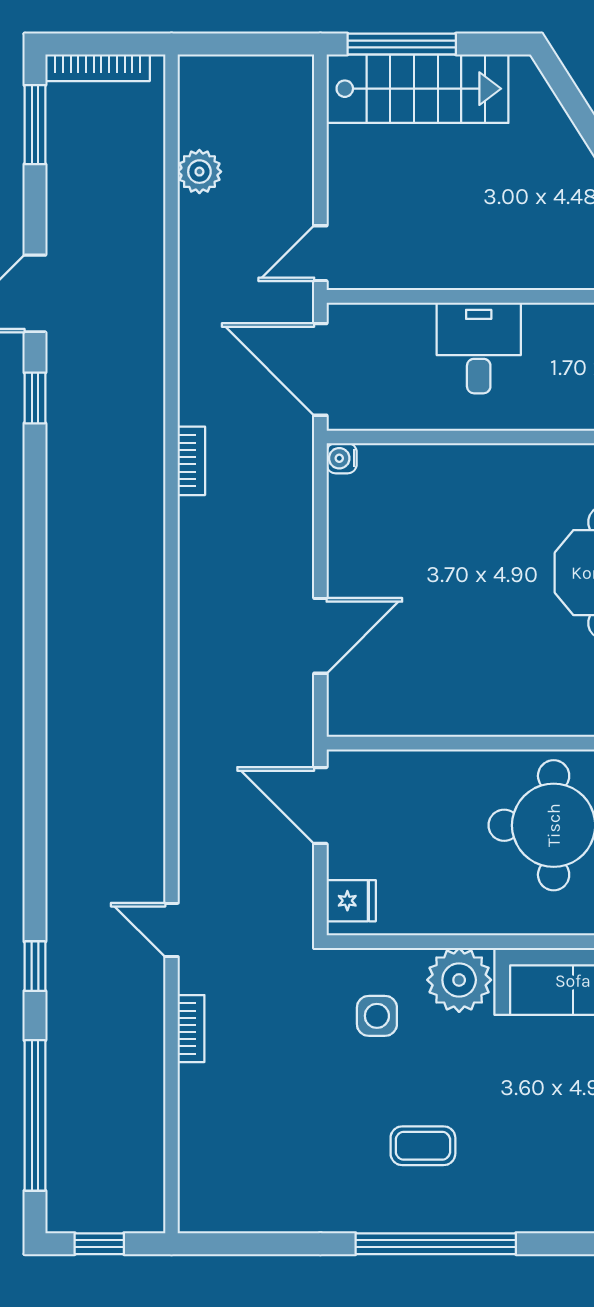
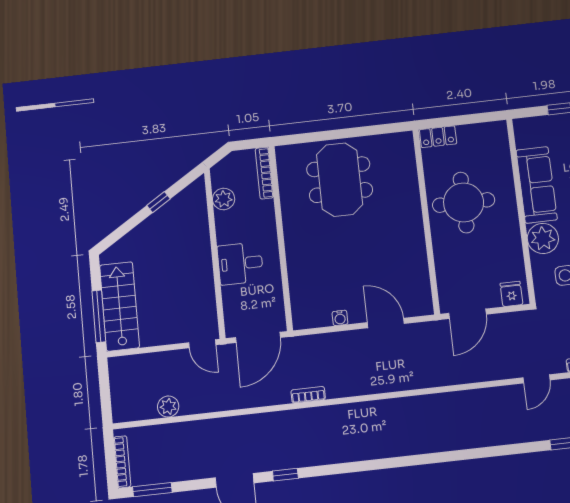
water cooler: (342, 458) -> (340, 318), moved

